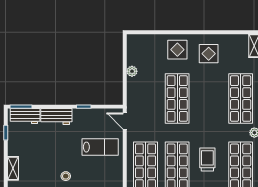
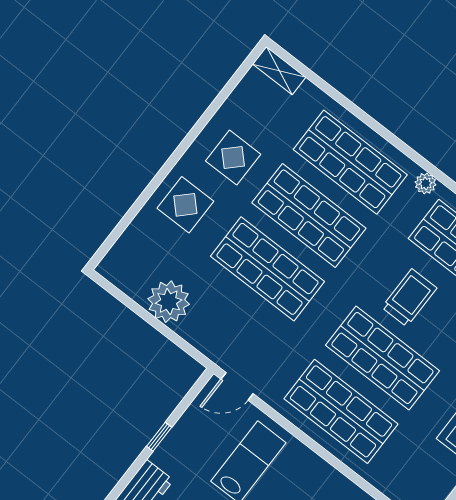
plant: (132, 71) -> (169, 302), width x1.87, depth x1.87
shop shelf: (209, 99) -> (309, 215), added
trolley: (207, 159) -> (409, 298), turned 90

